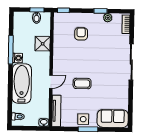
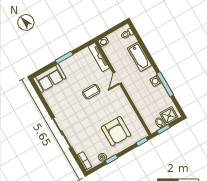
armchair: (81, 34) -> (116, 131), width x1.88, depth x1.88
shower: (43, 44) -> (169, 116), moved
bathtub: (22, 84) -> (140, 57), width x0.73, depth x0.73
side table: (83, 119) -> (73, 63), removed

